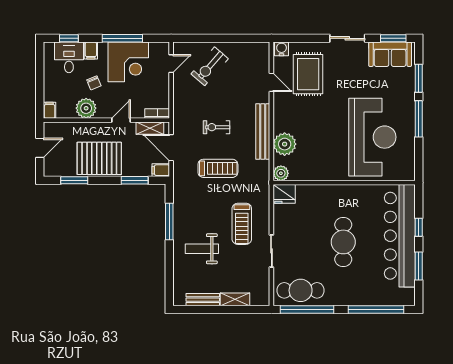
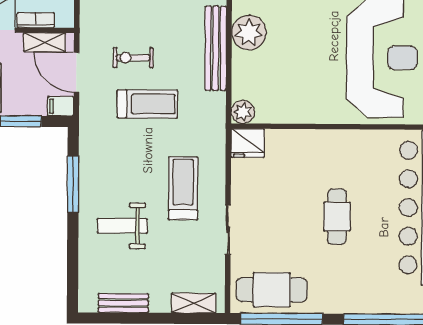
bookcase: (157, 113) -> (36, 20), moved
exercise bike: (217, 127) -> (133, 58), moved
plant: (285, 144) -> (249, 33), moved
treadmill: (242, 224) -> (183, 188), turned 180
cafe table: (343, 242) -> (337, 217), width x0.73, depth x0.74
shelving: (235, 299) -> (194, 303), moved

